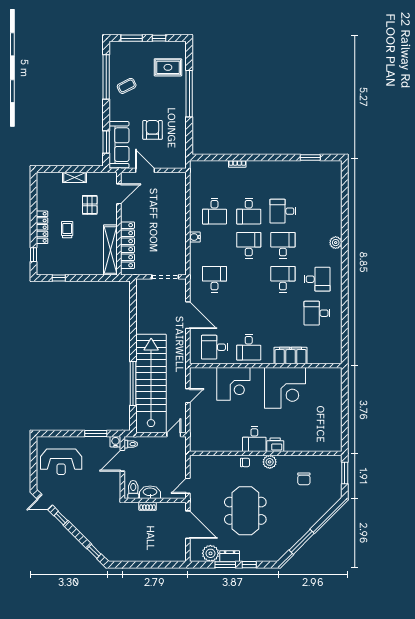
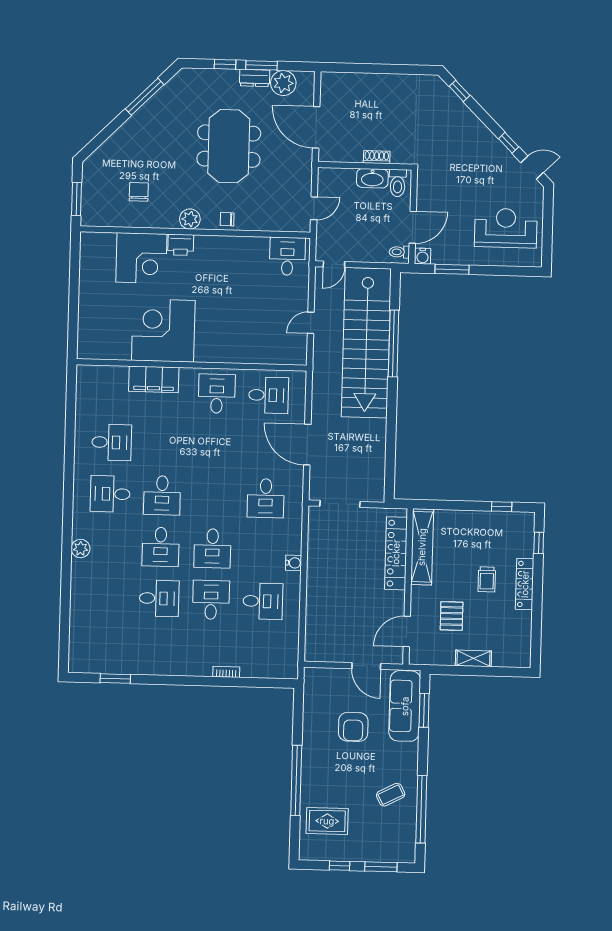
desk: (214, 211) -> (263, 601), turned 90
corner desk: (233, 384) -> (141, 258), moved, turned 180
desk: (254, 439) -> (287, 256), moved
door: (188, 486) -> (314, 208), moved

